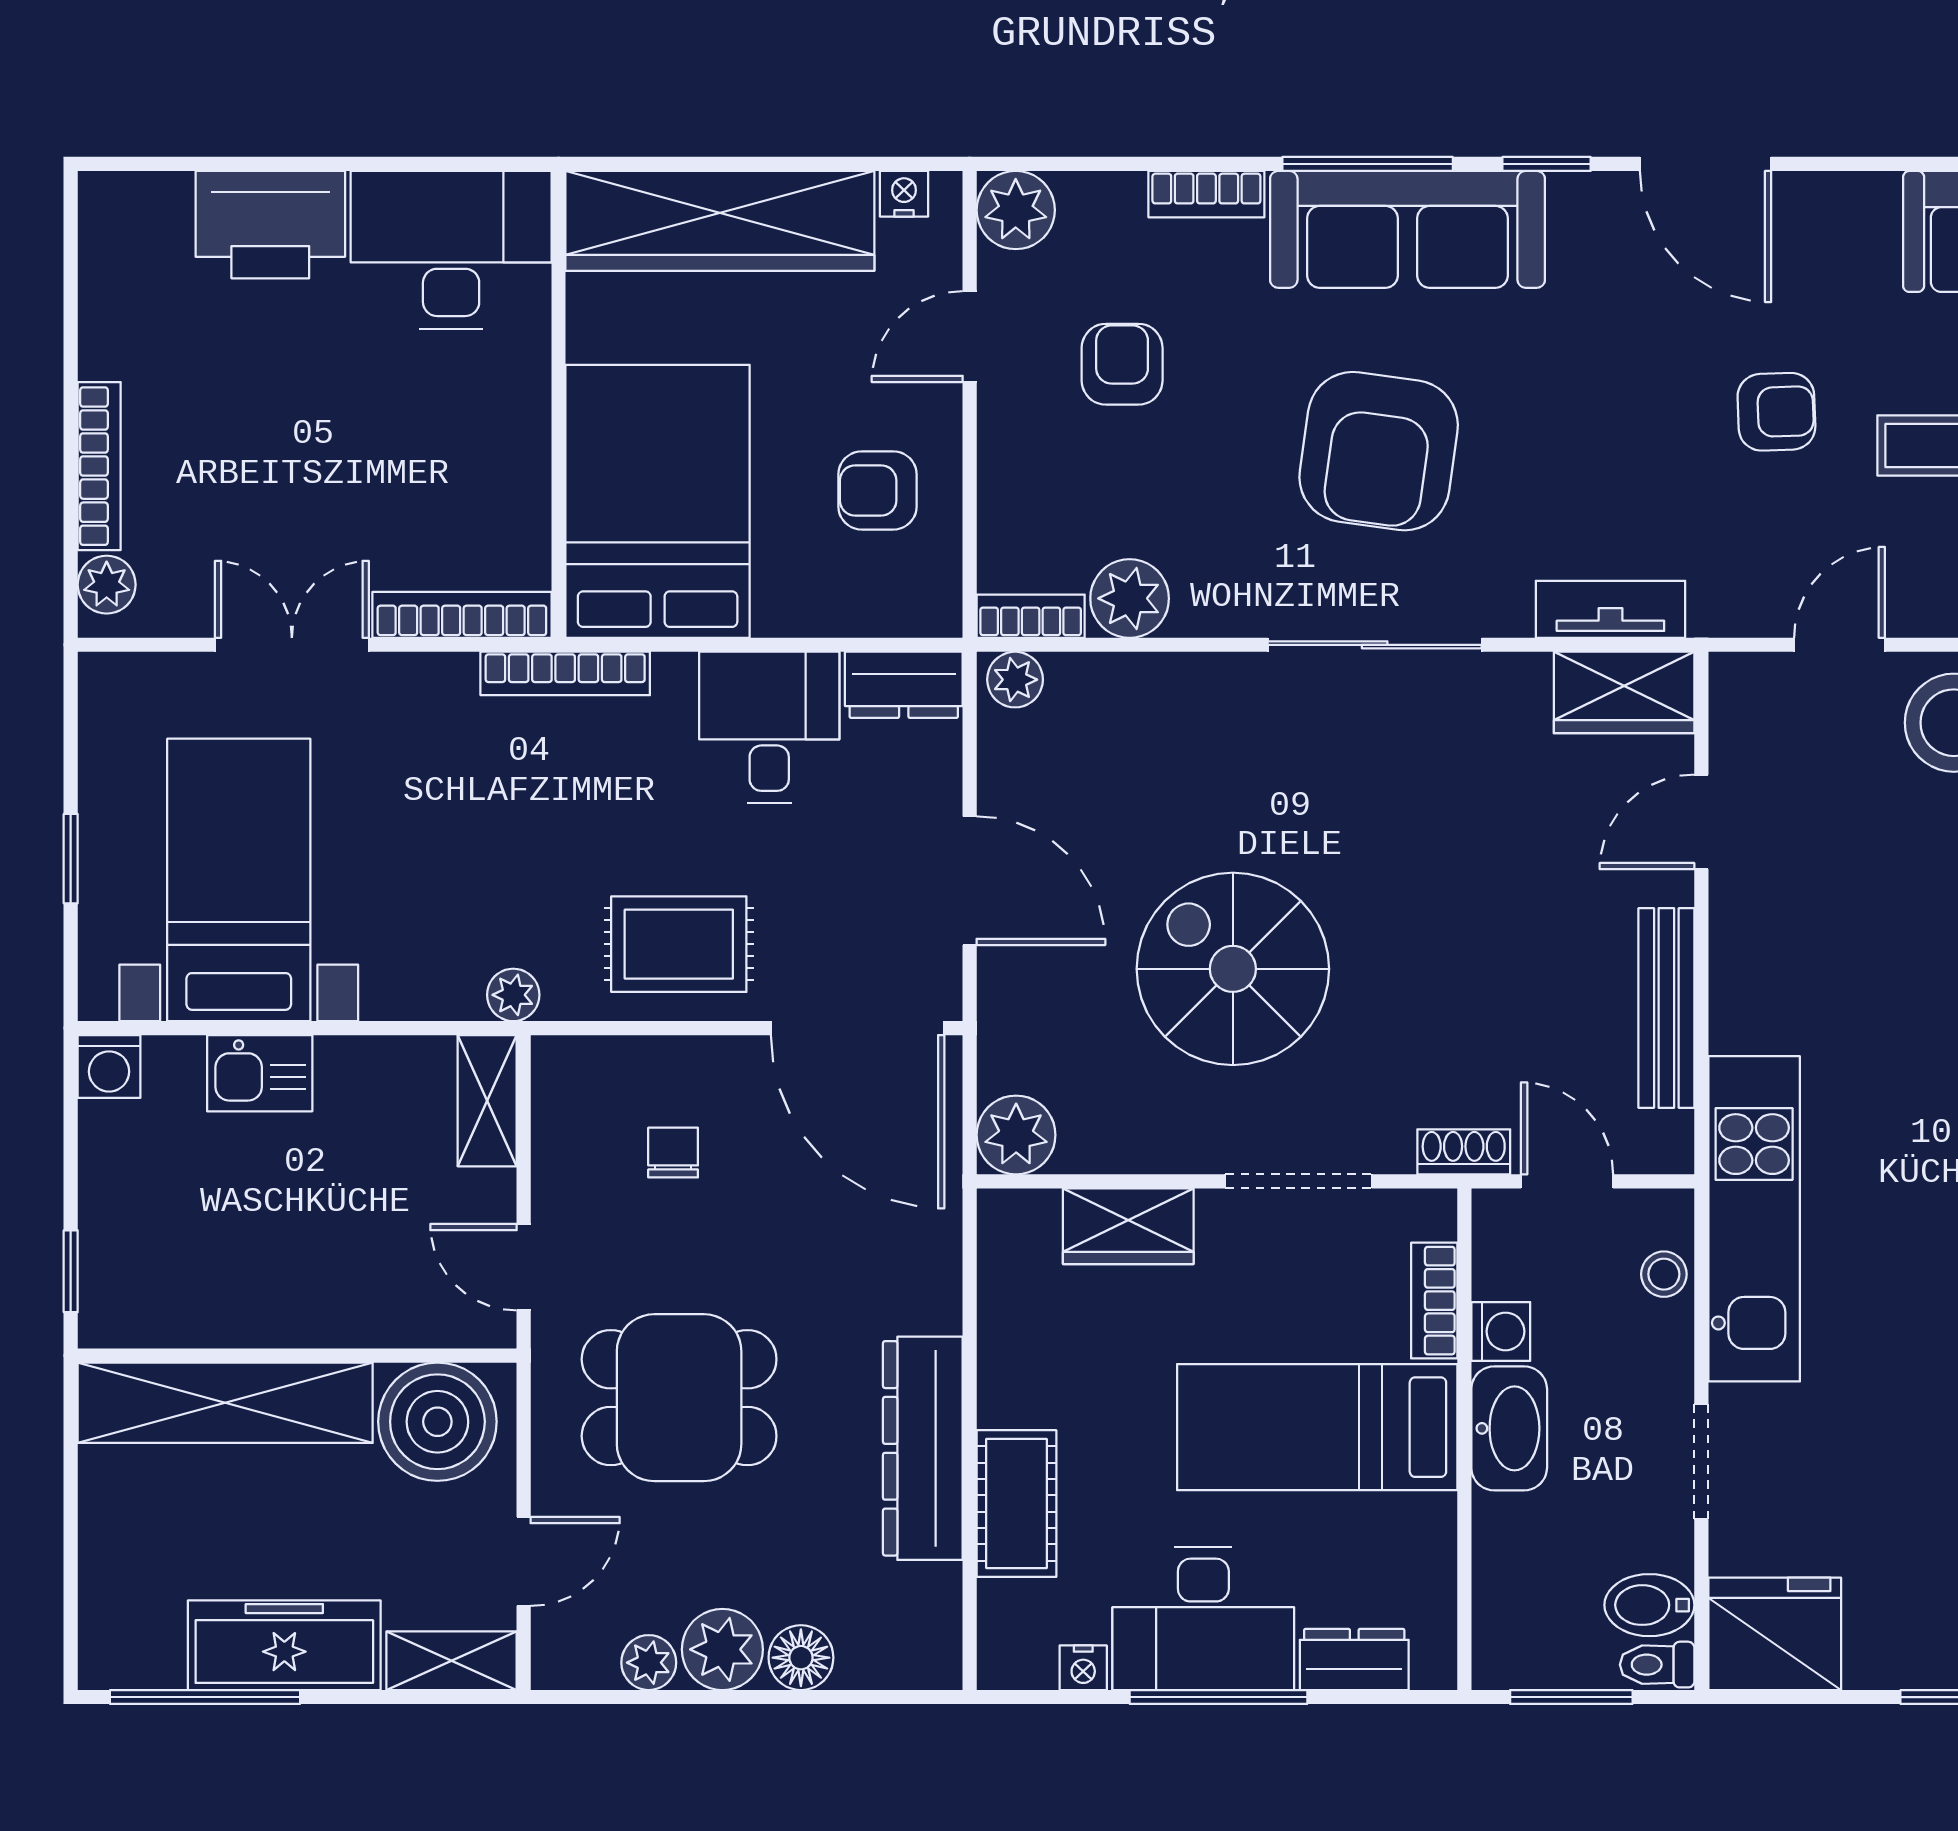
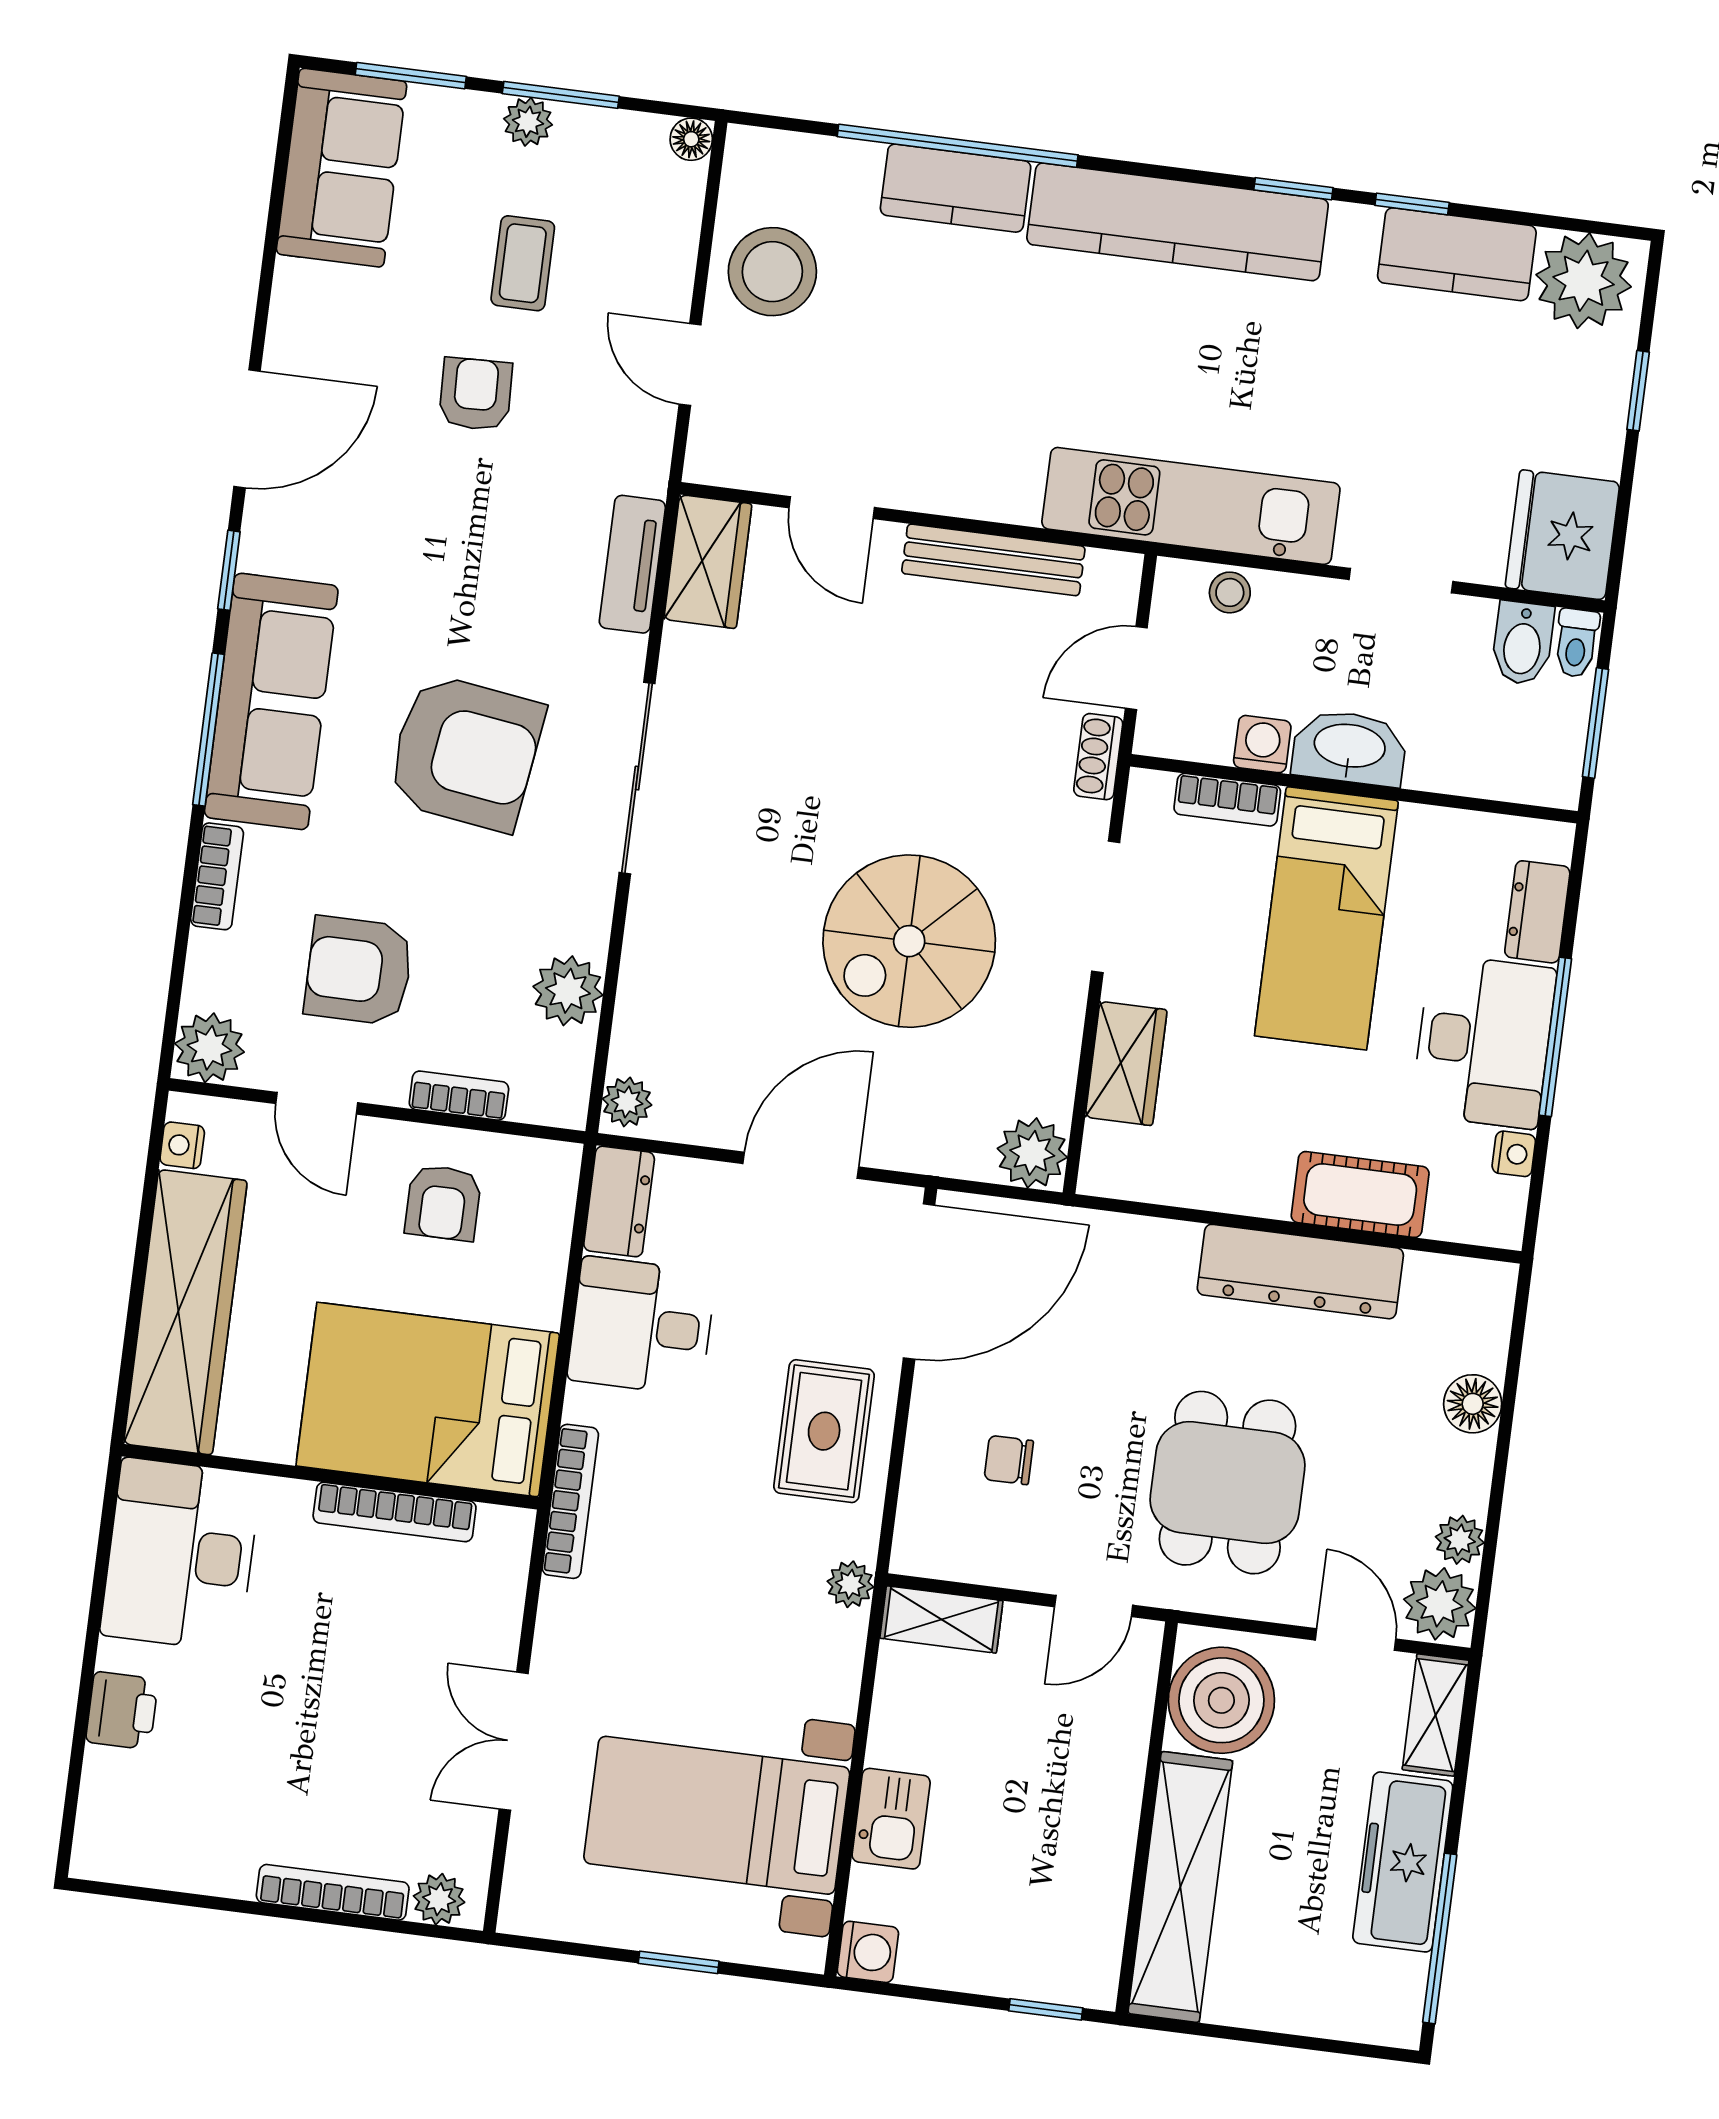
printer: (270, 225) -> (122, 1710), width x0.53, depth x0.68
armchair: (1122, 364) -> (359, 971), width x1.38, depth x1.38
bookcase: (462, 615) -> (395, 1512), moved, turned -90
bookcase: (1031, 616) -> (459, 1096), moved, turned 90
plant: (722, 1649) -> (1440, 1604), moved

